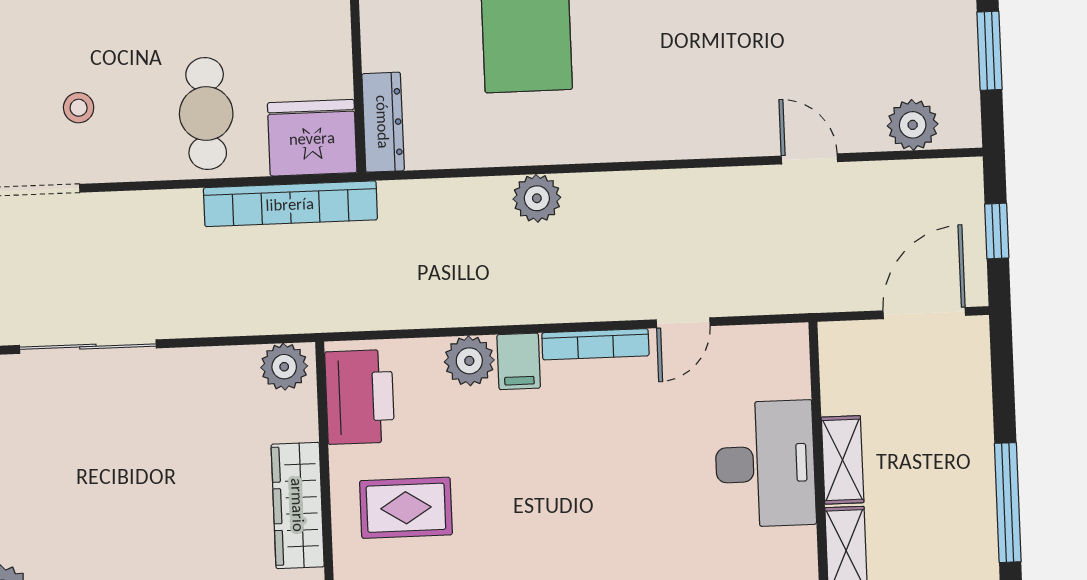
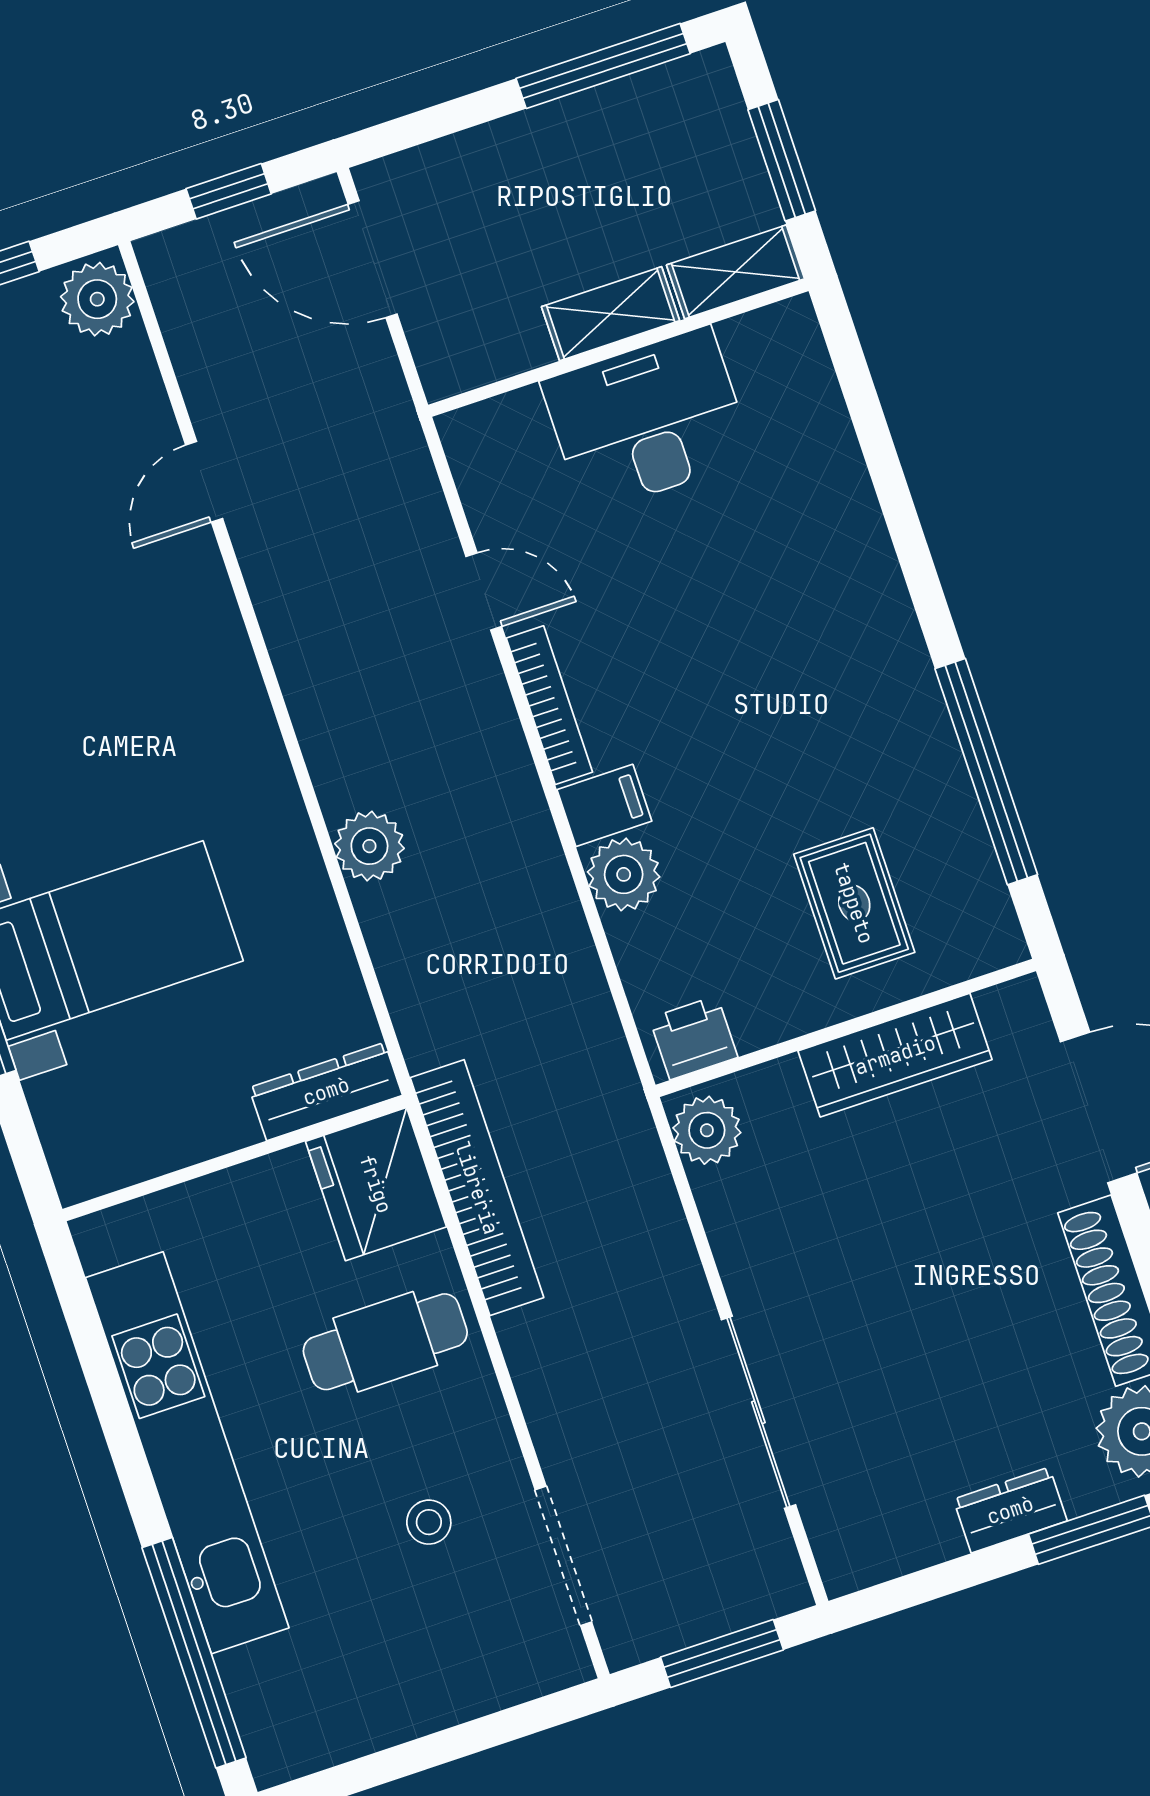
plant: (913, 125) -> (97, 299), moved
printer: (360, 397) -> (694, 1038), width x0.53, depth x0.68

